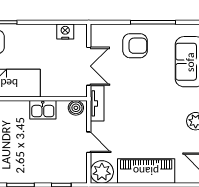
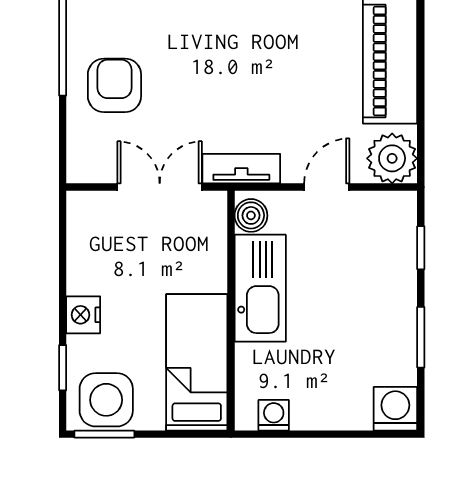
nightstand: (65, 31) -> (83, 315), moved
kitchen sink: (43, 110) -> (260, 288), width x1.88, depth x1.24

